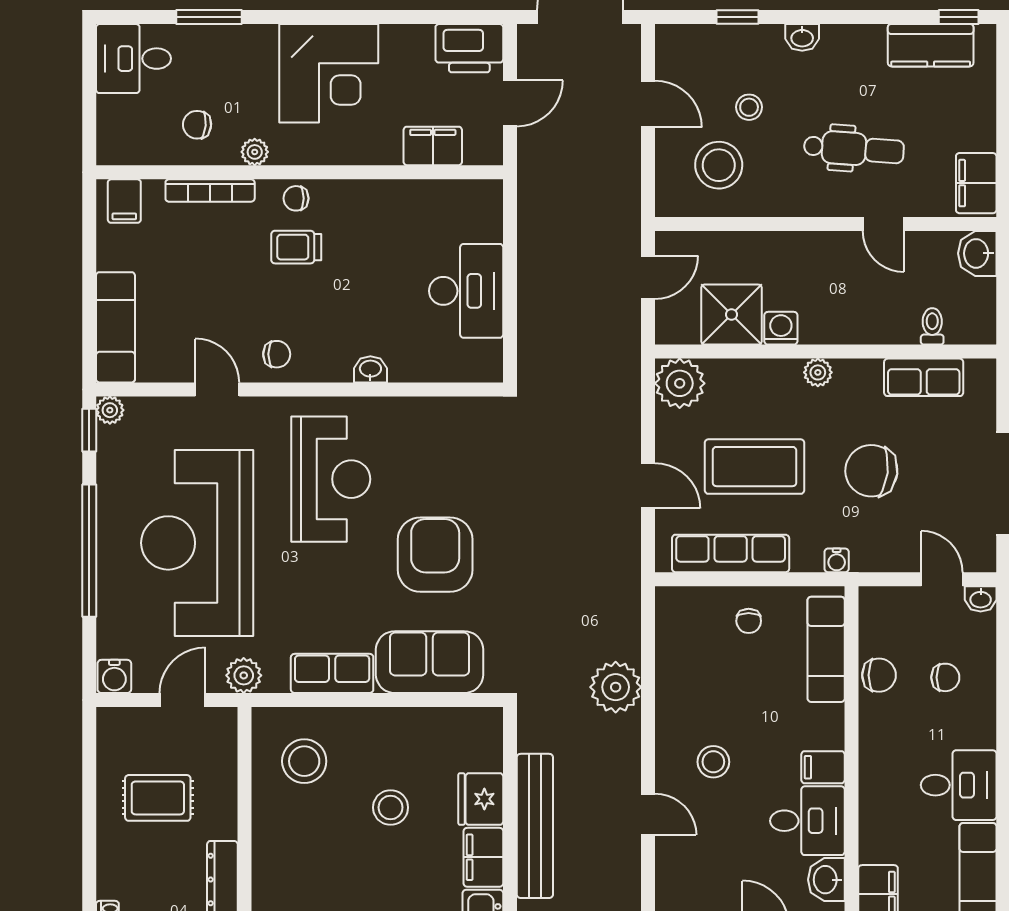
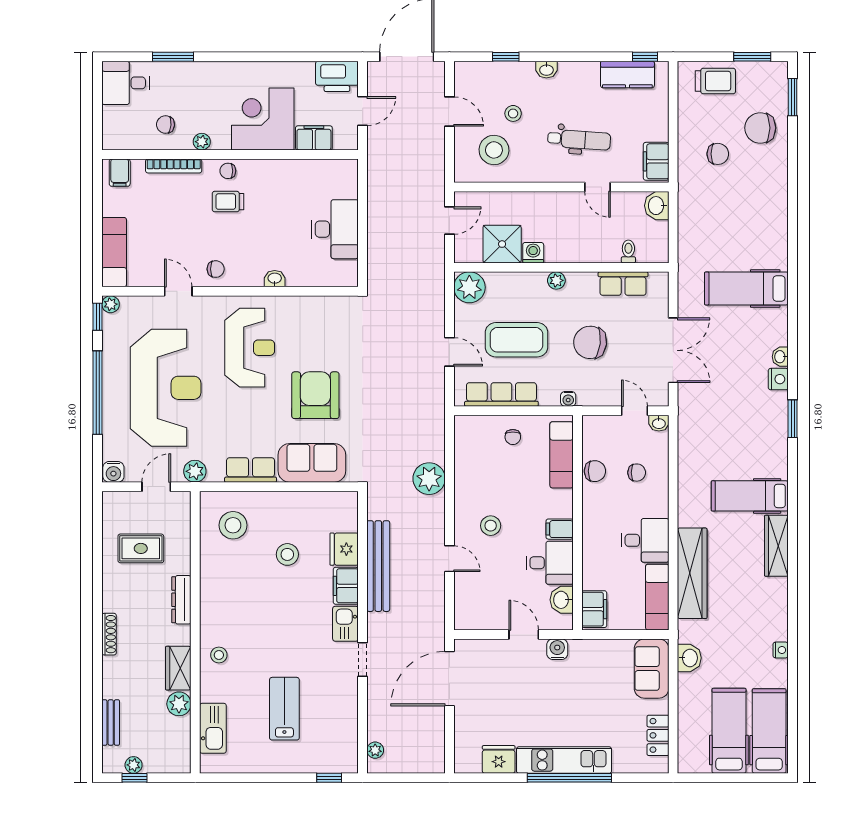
corner desk: (329, 73) -> (263, 119), moved, turned 180
reception desk: (197, 543) -> (166, 388), turned 180

